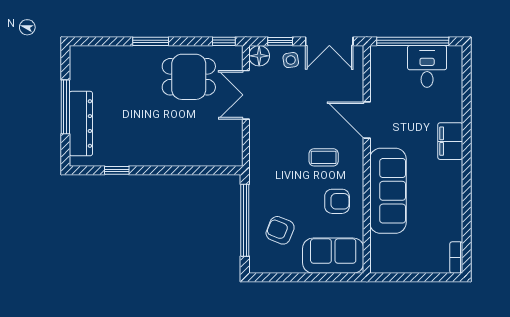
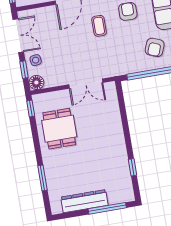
window: (151, 41) -> (43, 178), moved
double door: (246, 95) -> (86, 84), moved
window: (65, 107) -> (107, 208), moved
dresser: (81, 124) -> (84, 201), moved

